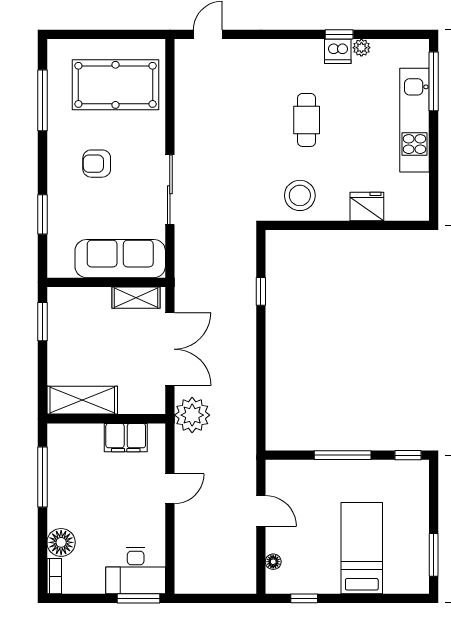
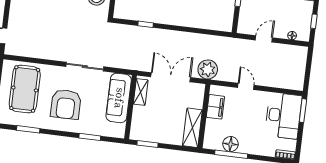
window: (42, 100) -> (28, 129), width x0.69
armchair: (97, 164) -> (66, 104), width x1.88, depth x1.88
floor lamp: (61, 542) -> (231, 144), moved
desk: (136, 571) -> (283, 116), width x1.36, depth x1.30

